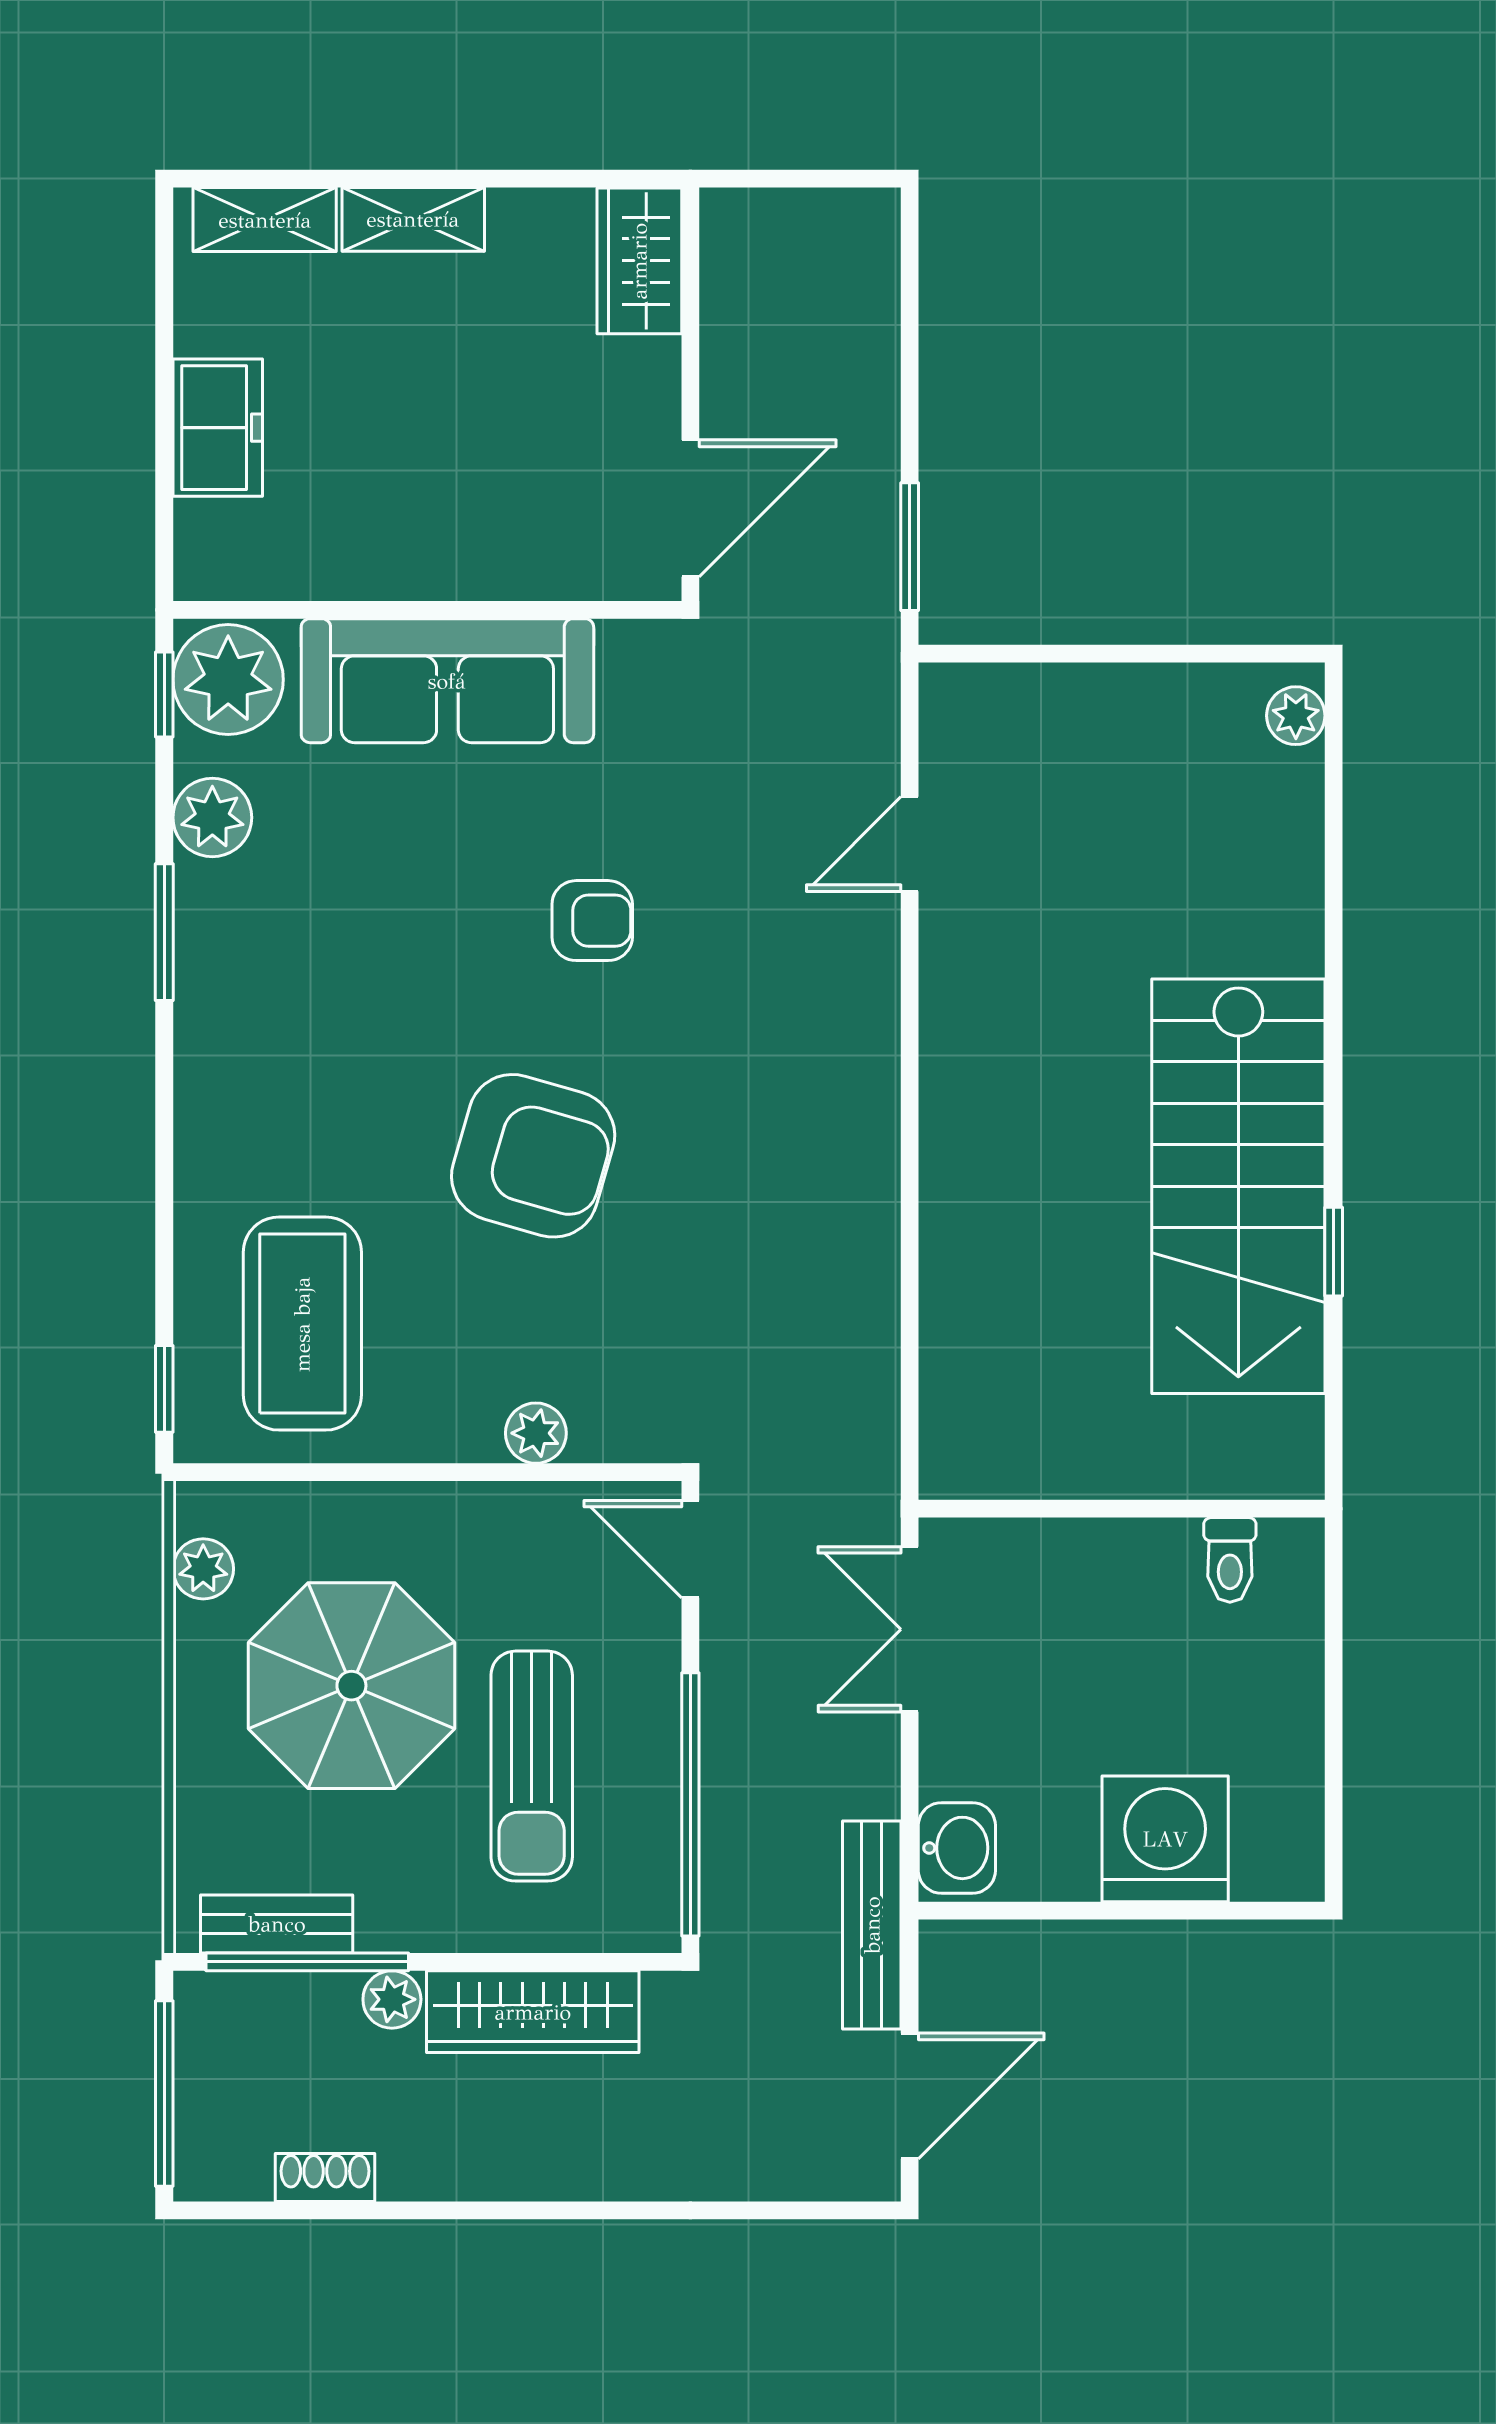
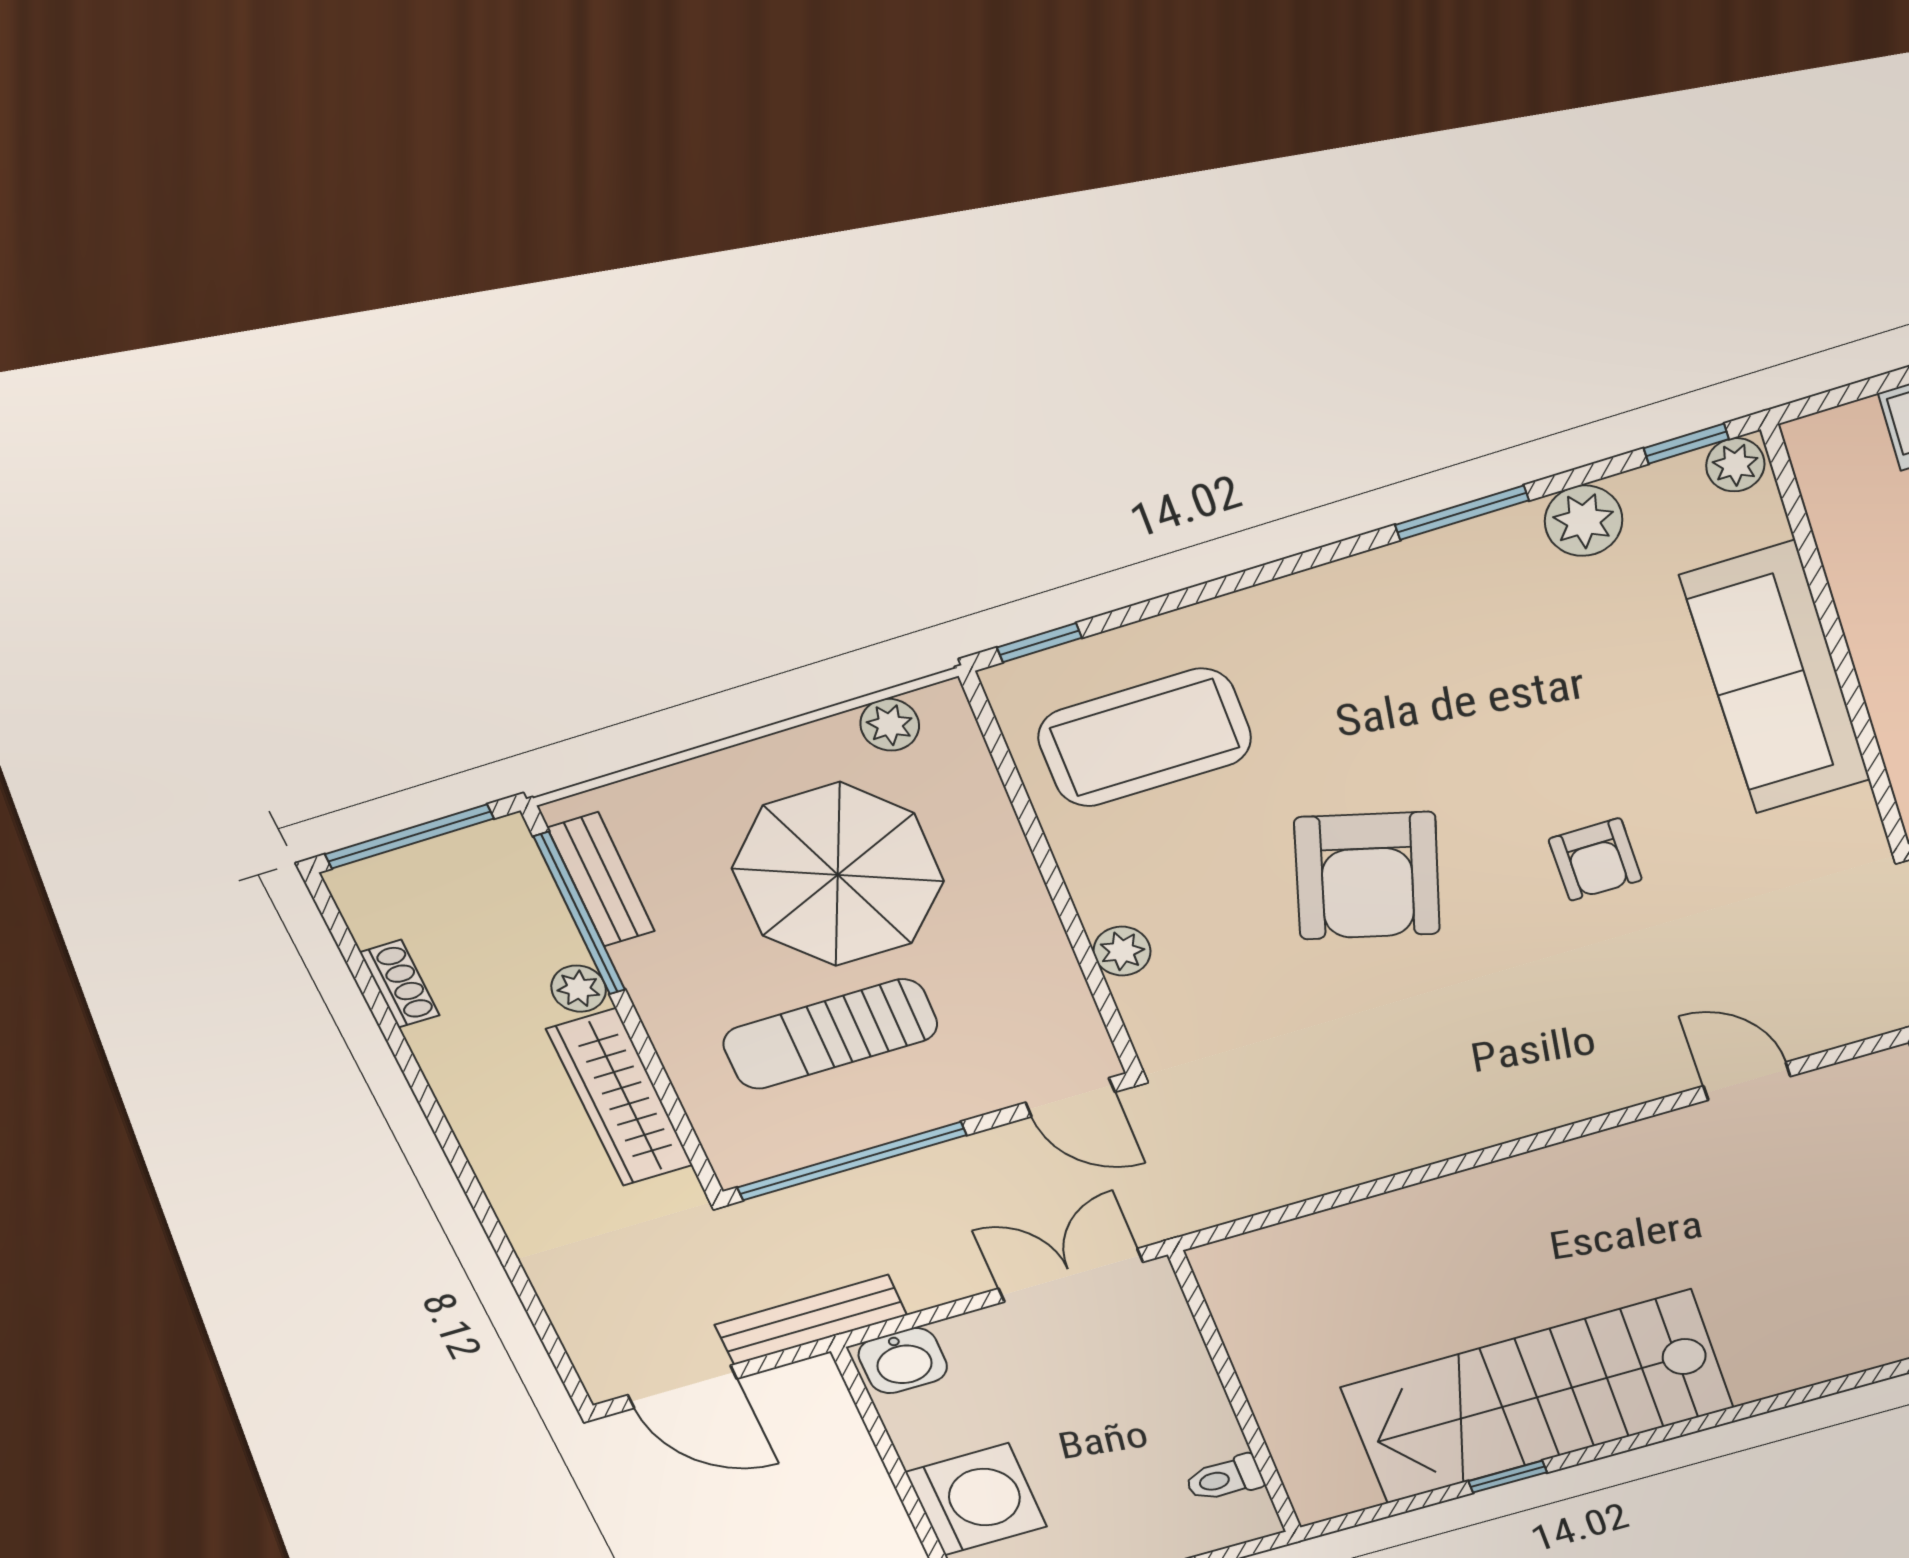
plant: (228, 680) -> (1735, 465), width x0.53, depth x0.53
door: (690, 1549) -> (1070, 1097), swing flipped

